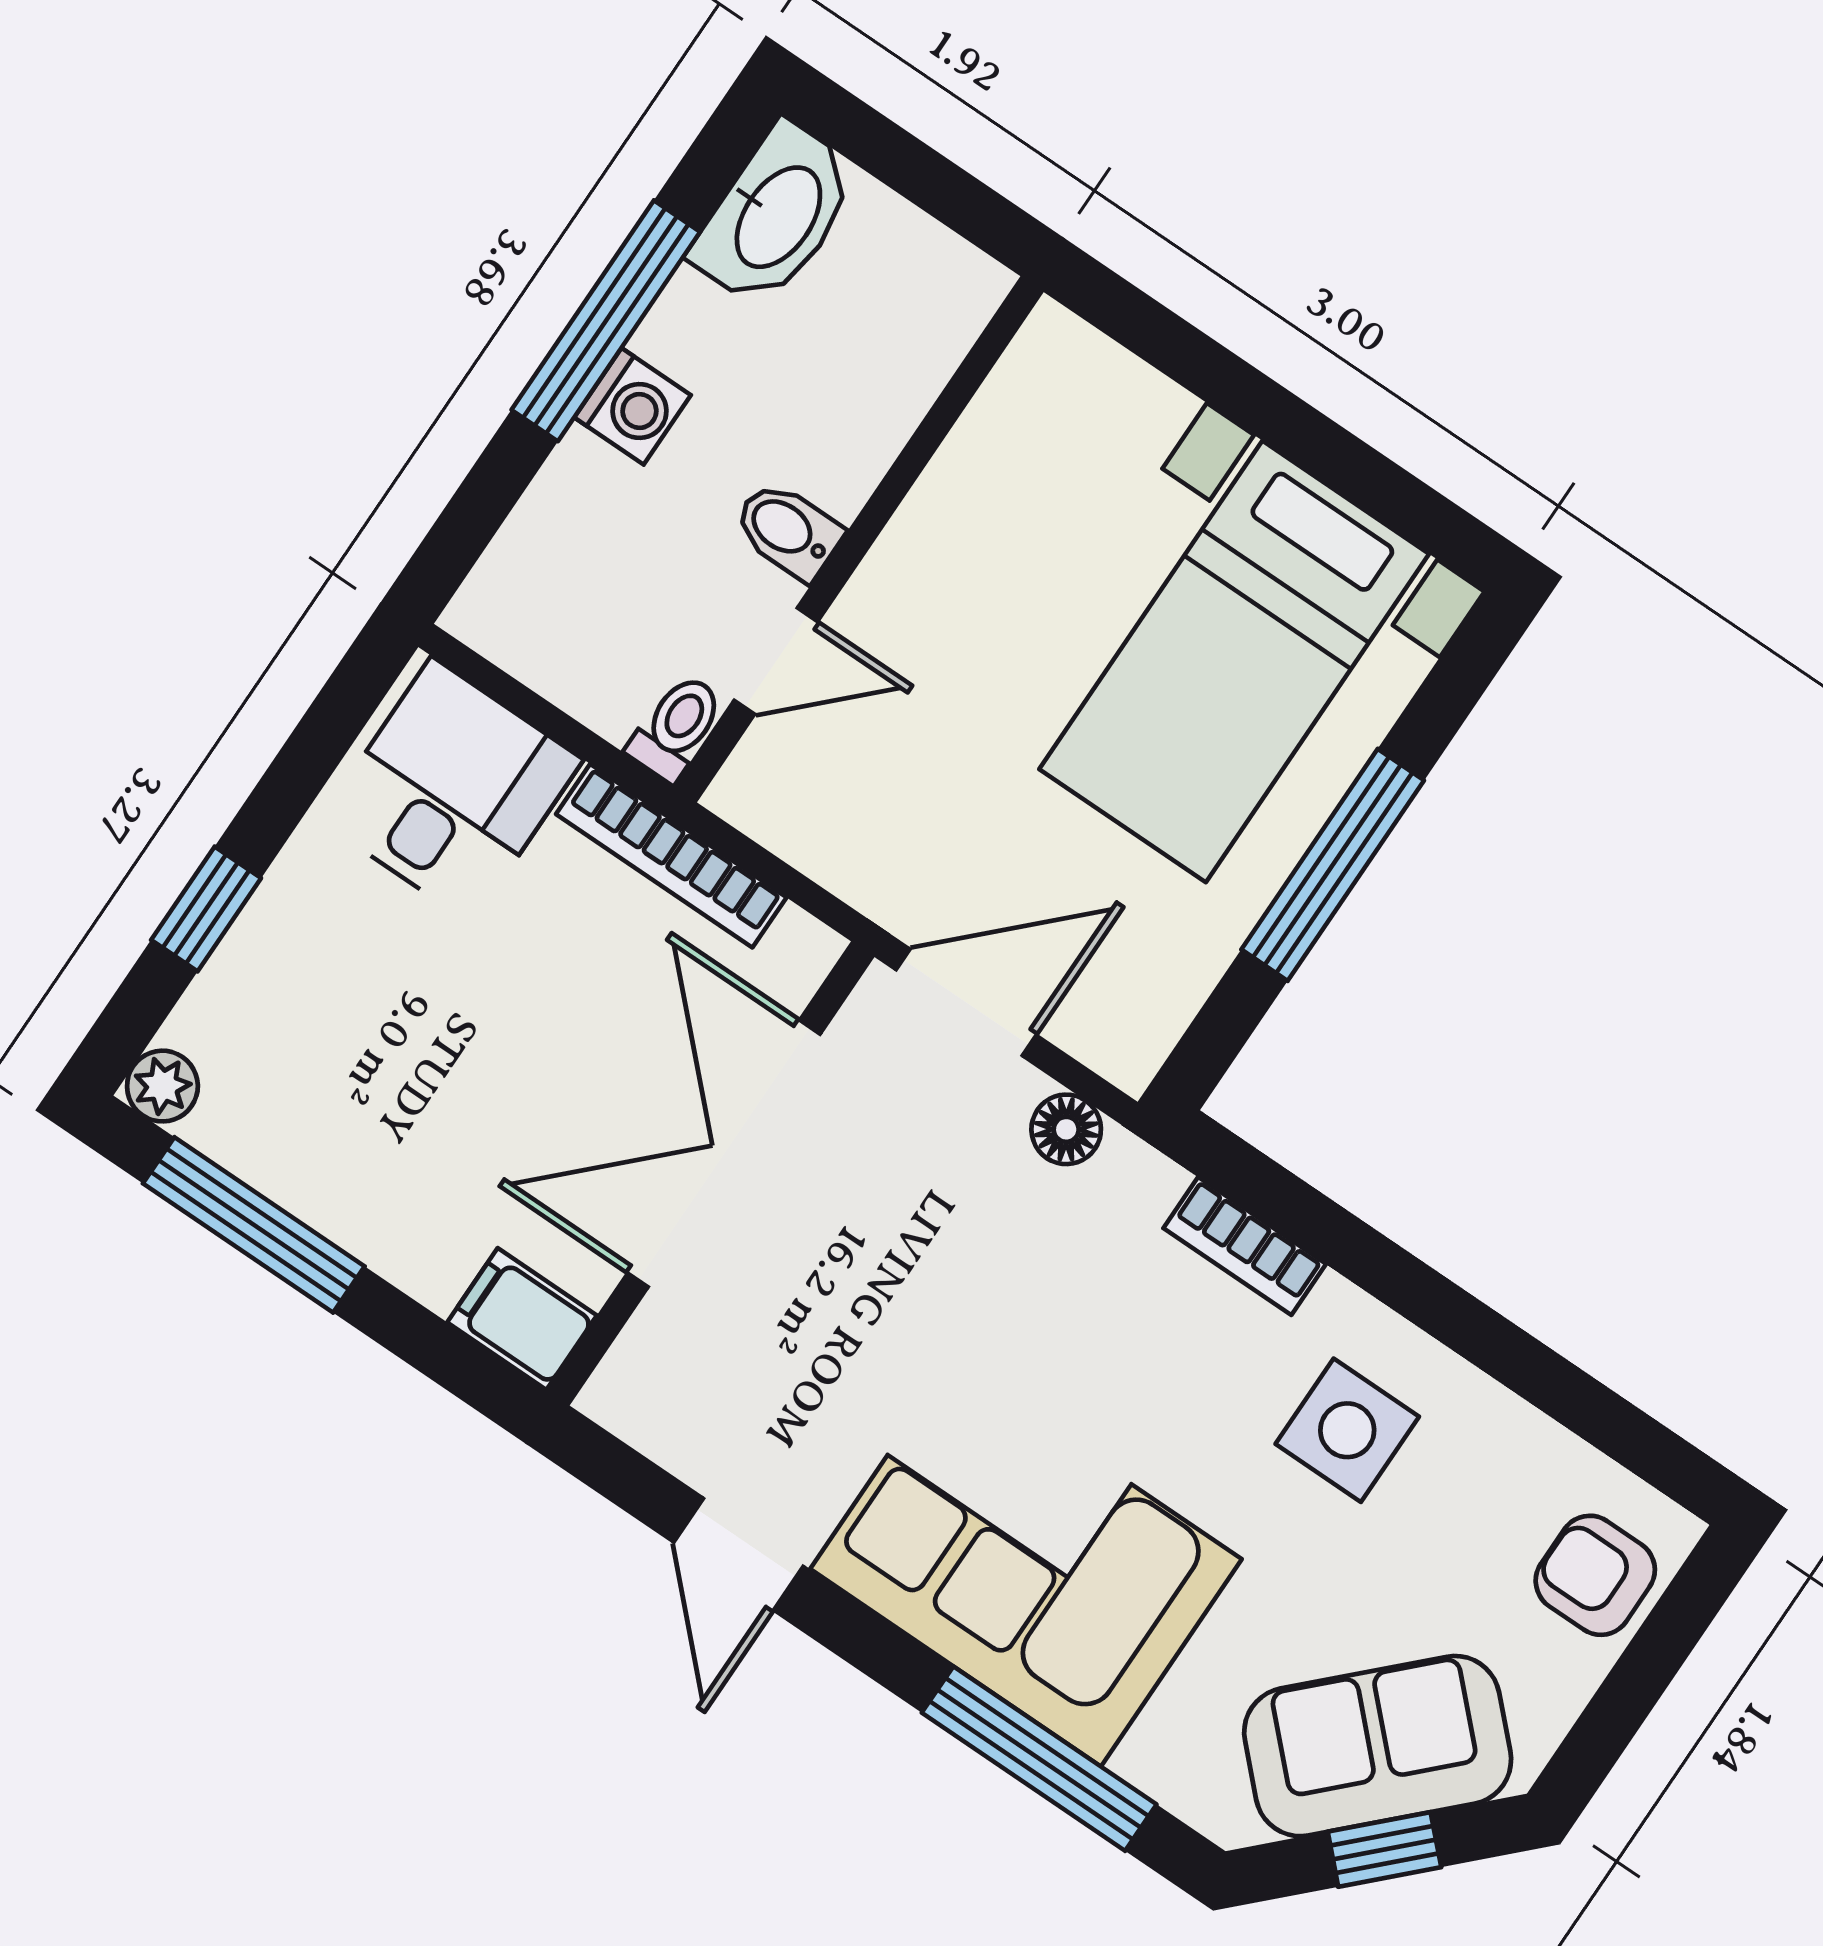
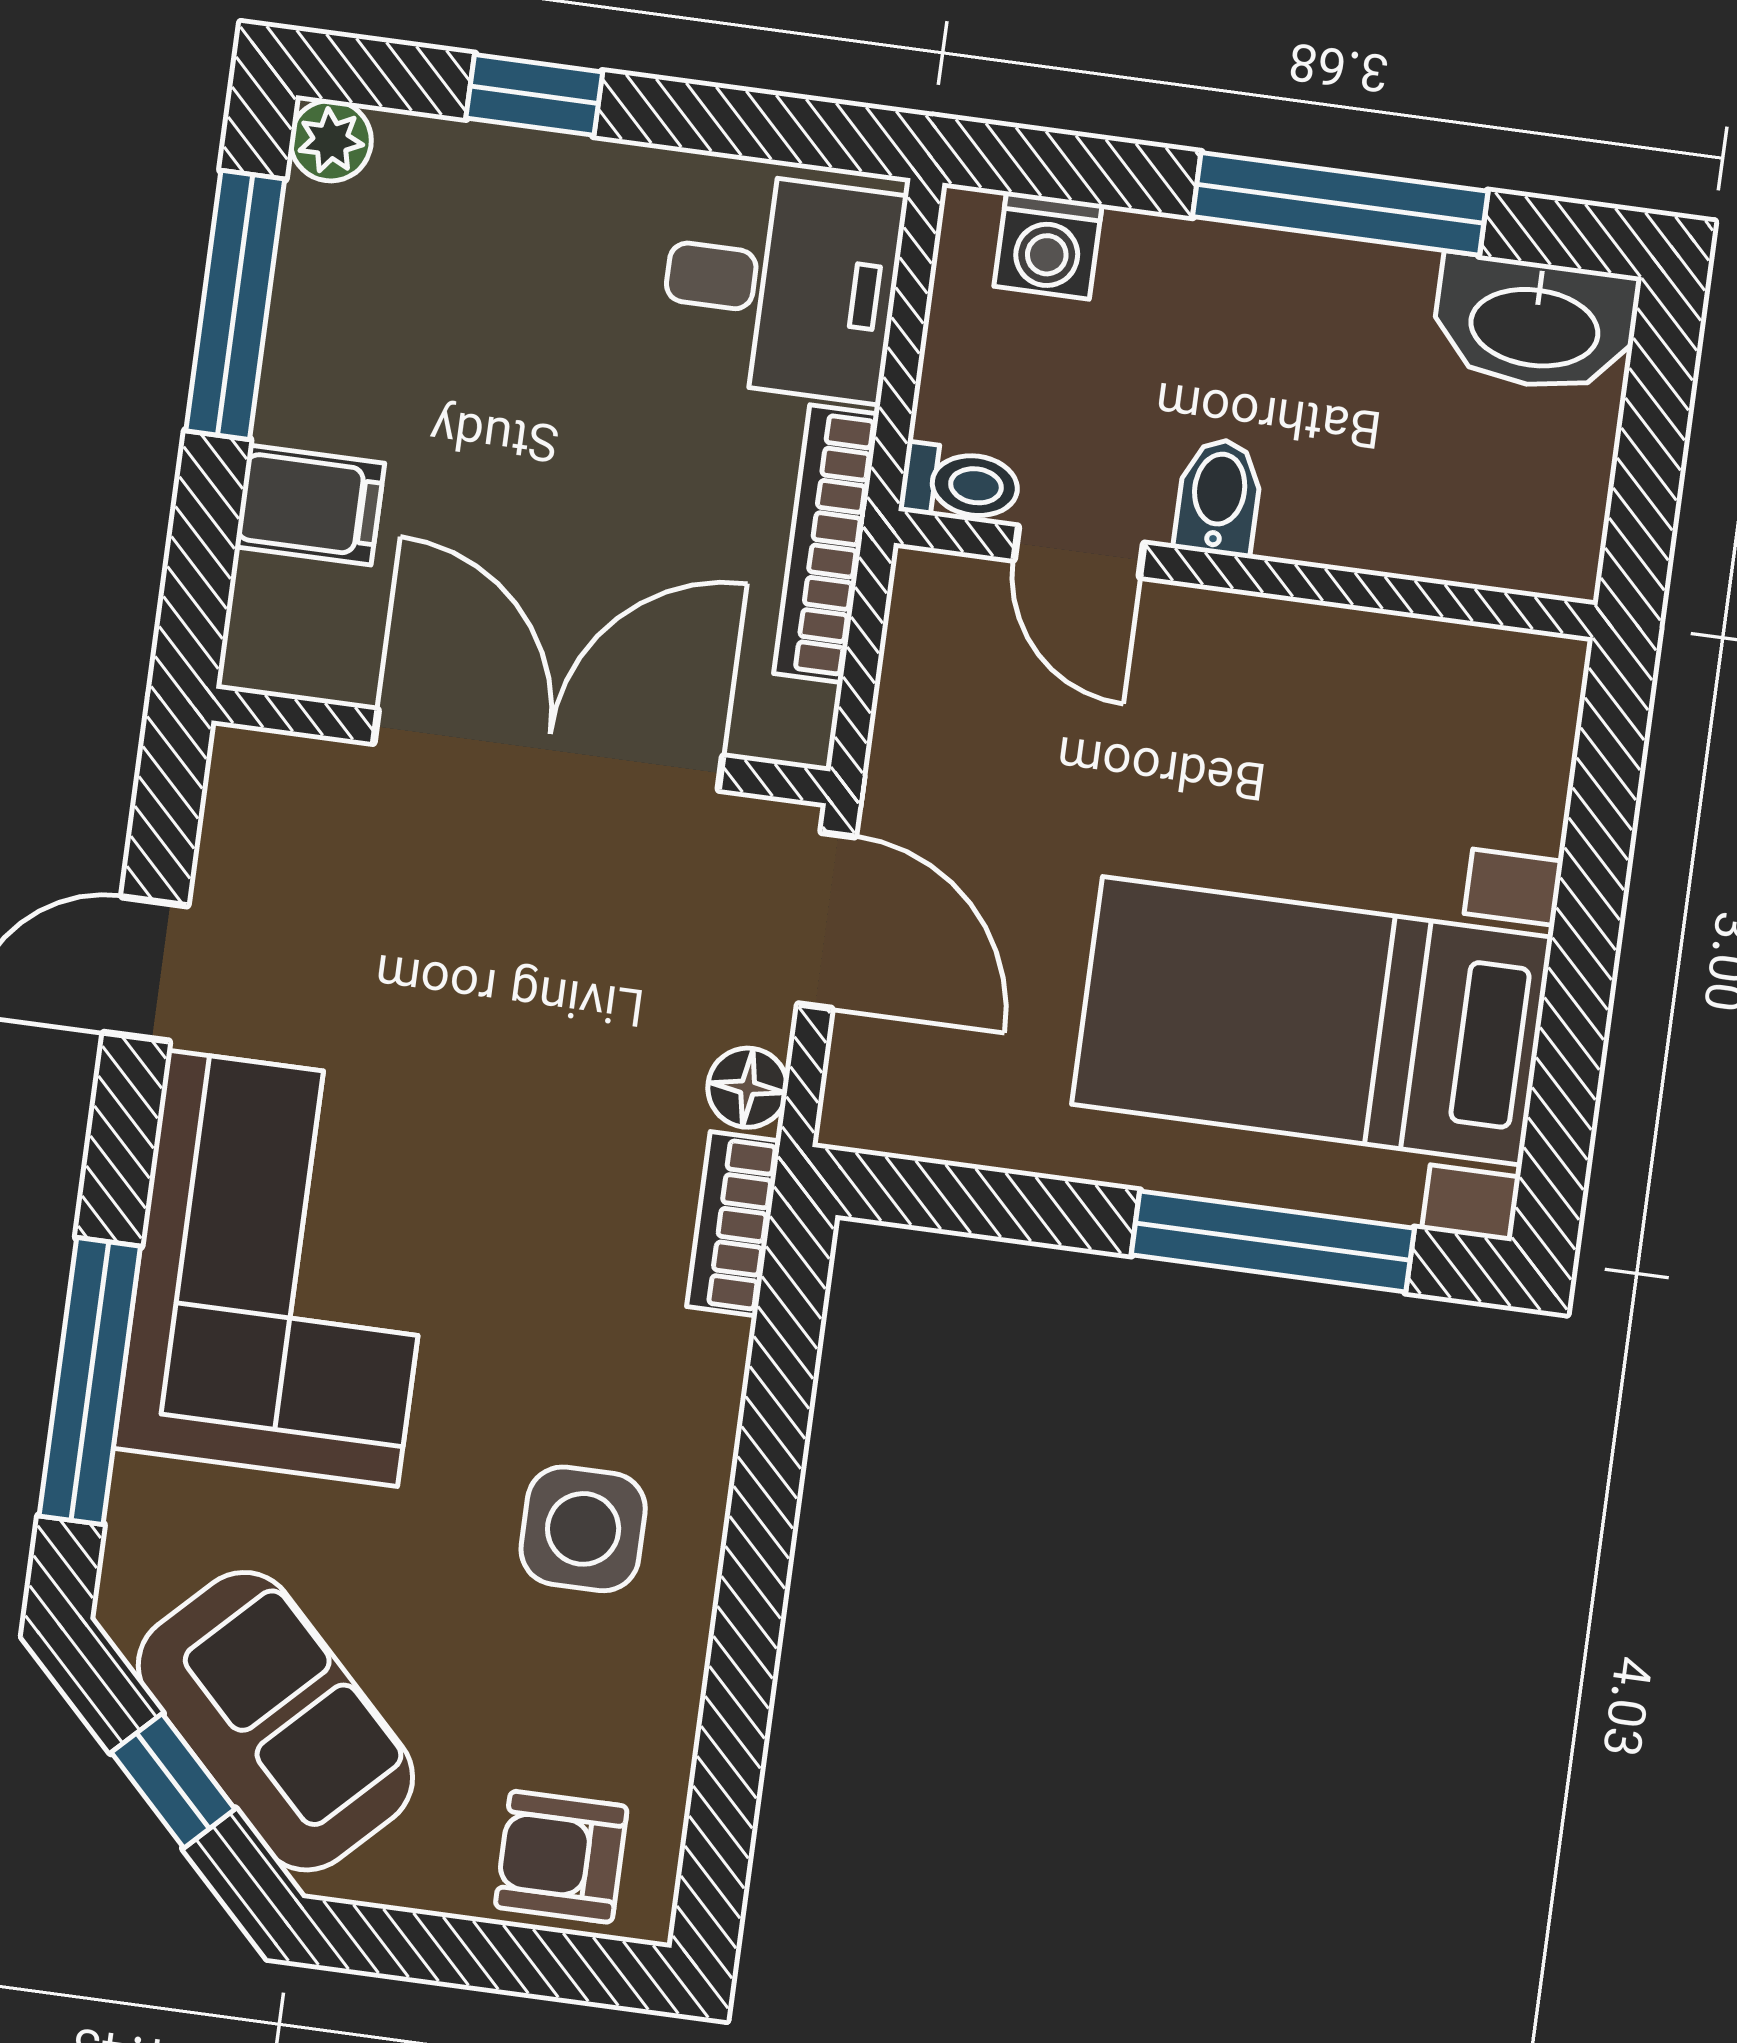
washing machine: (632, 406) -> (1048, 245), moved
window: (1333, 865) -> (1273, 1241), moved
bookcase: (1245, 1246) -> (734, 1224), moved
filing cabinet: (522, 1319) -> (310, 505), moved, turned 90
armchair: (1595, 1575) -> (561, 1857), turned -90

